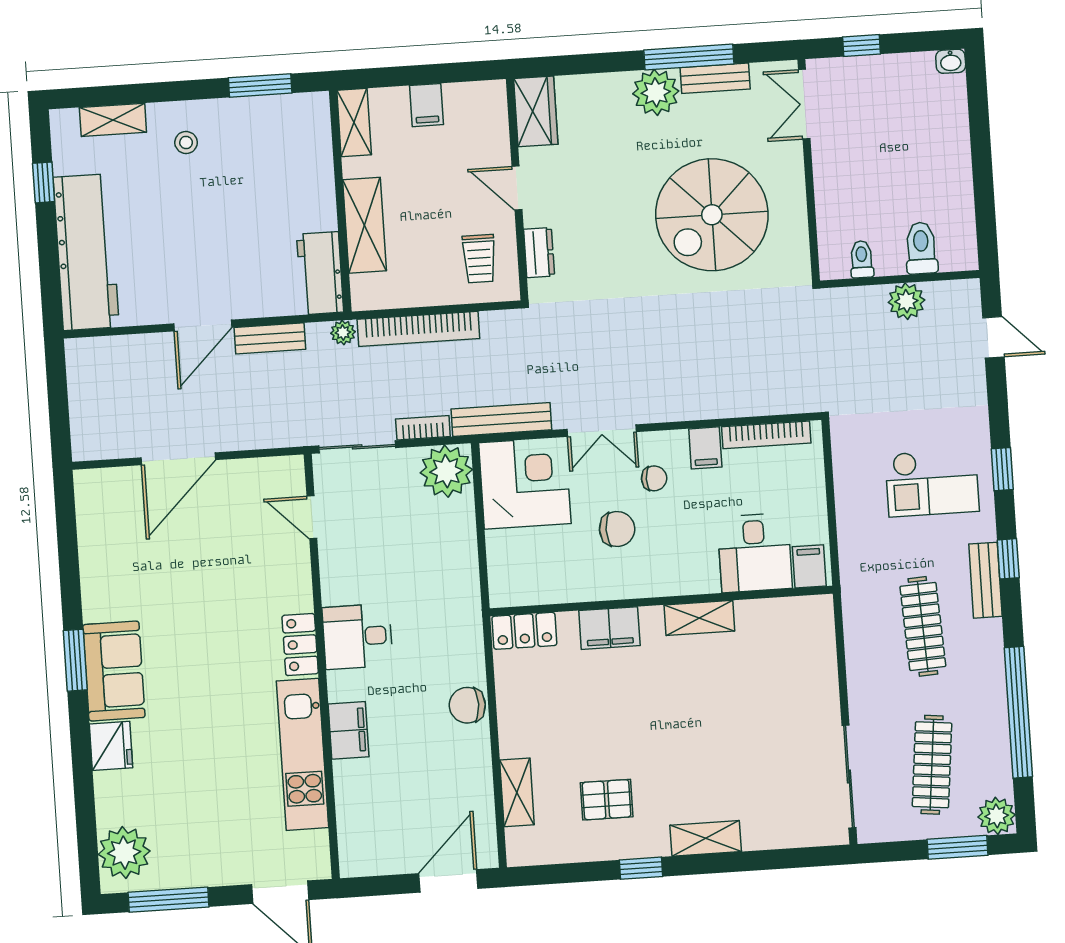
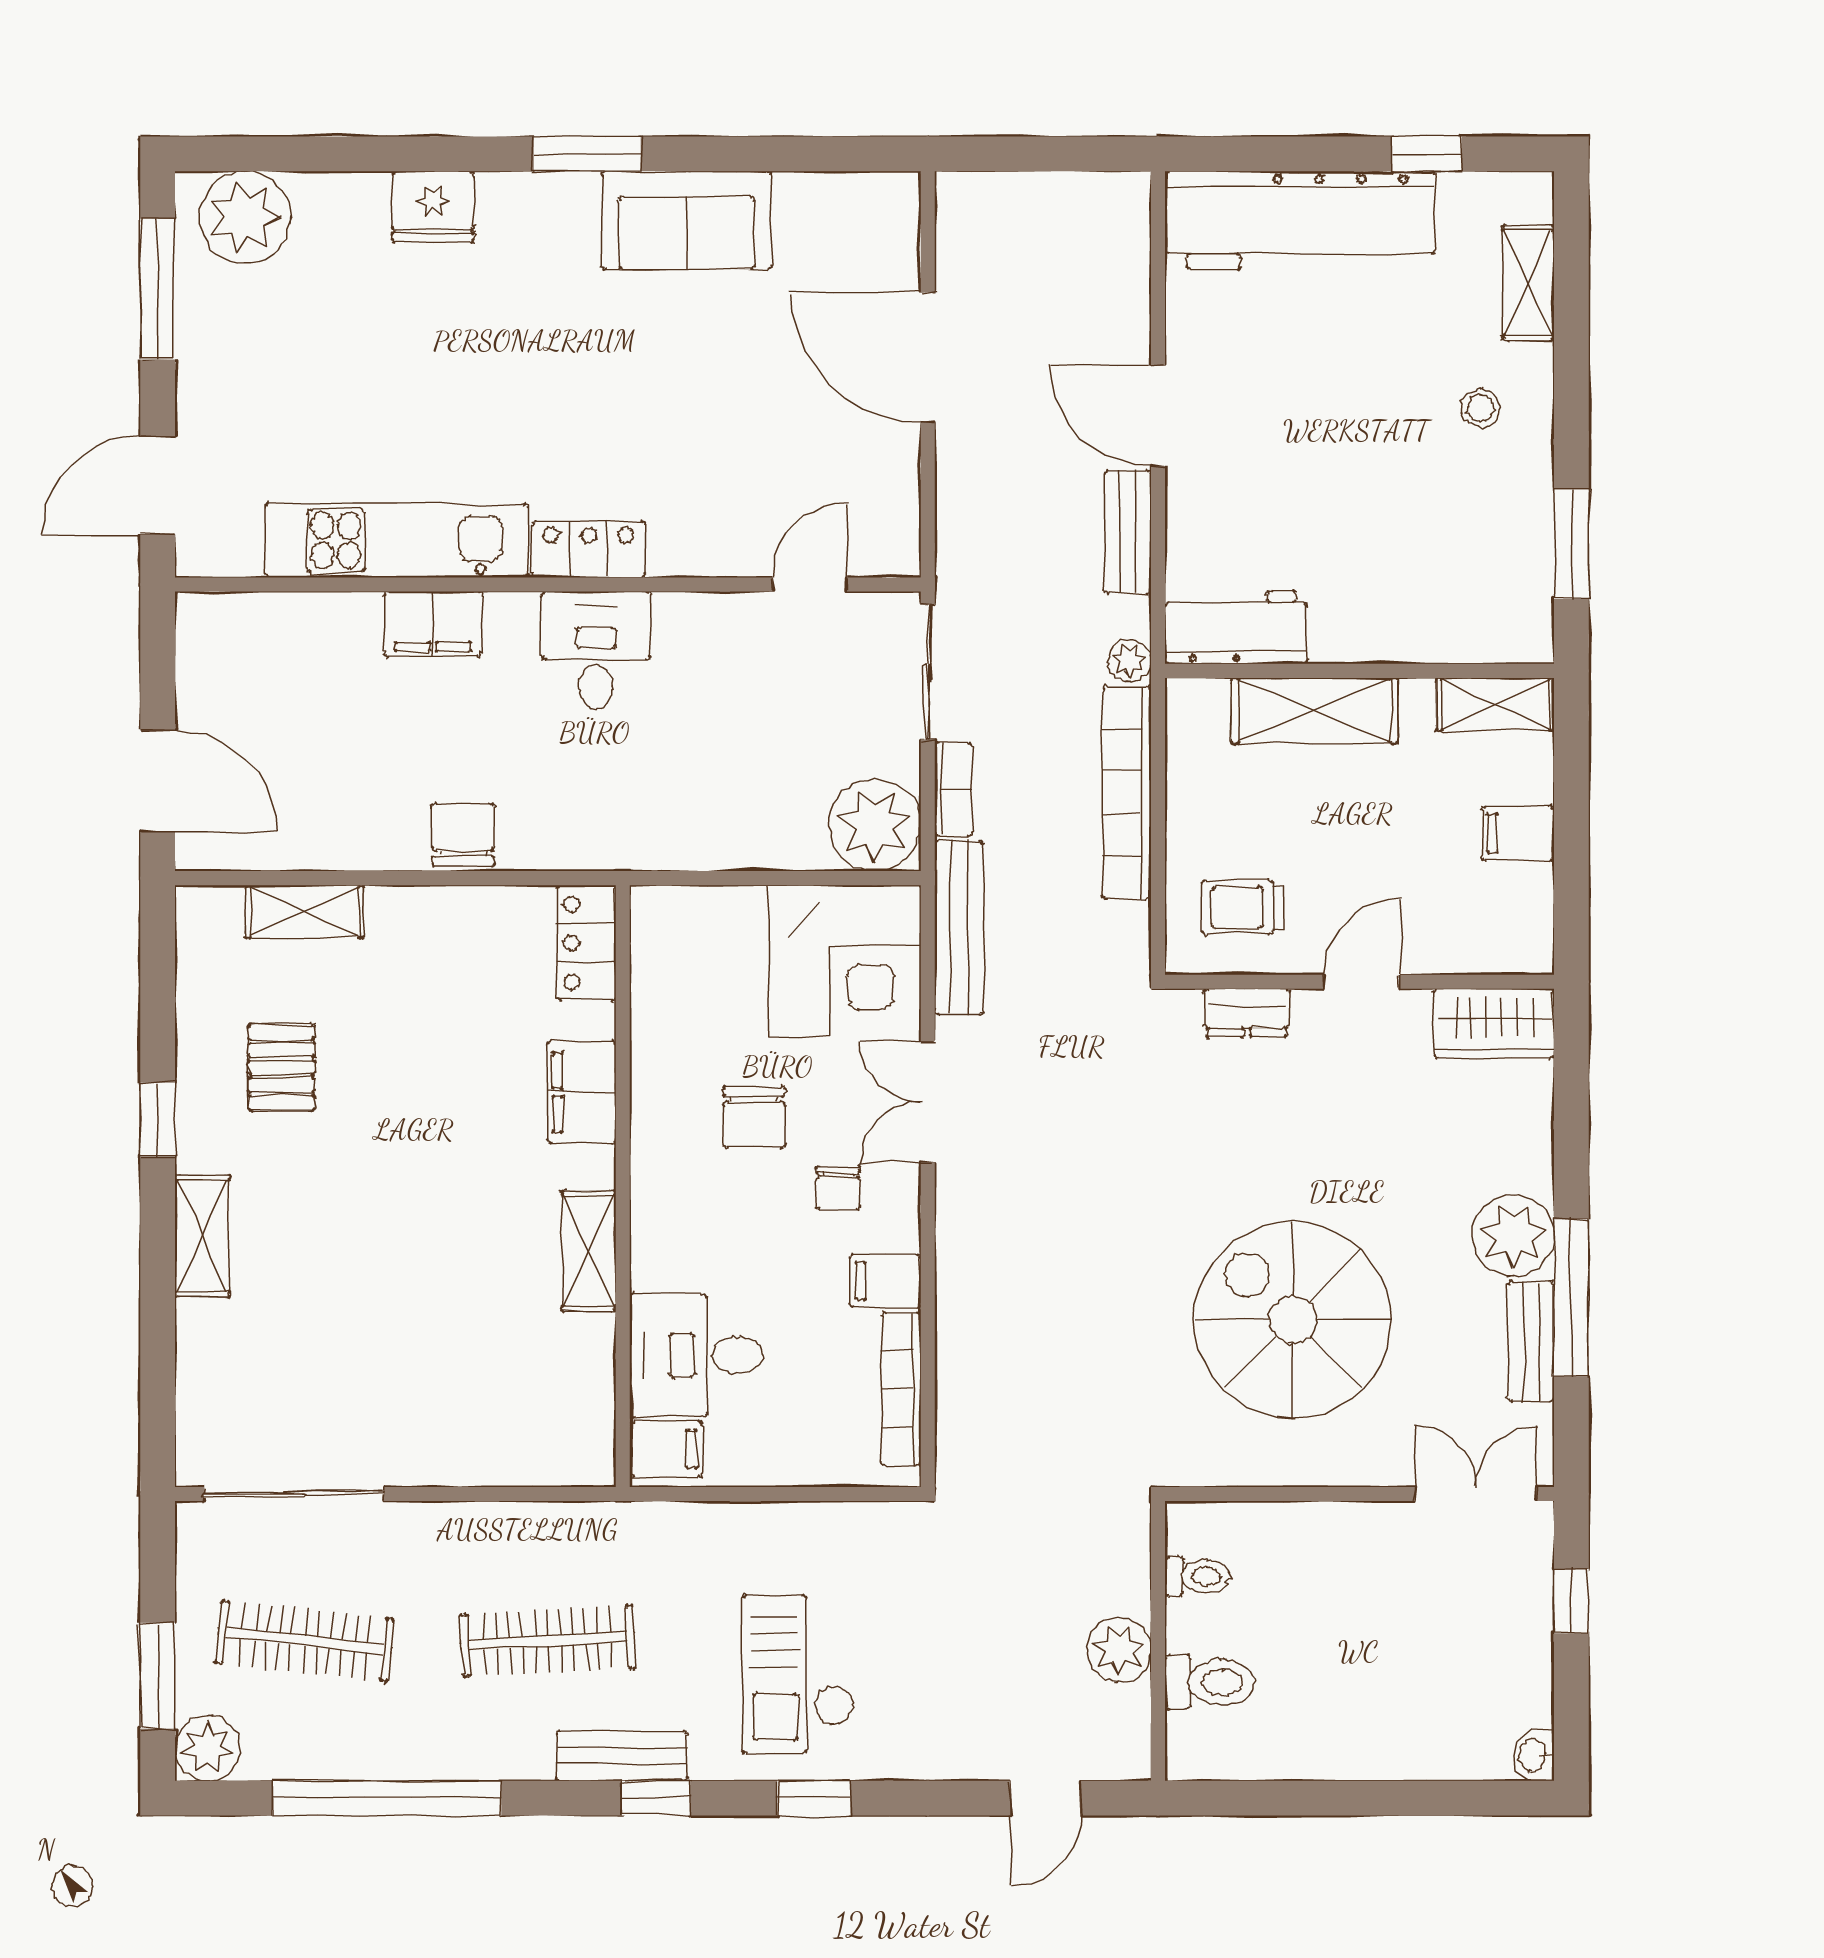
sofa: (114, 671) -> (687, 220), moved

